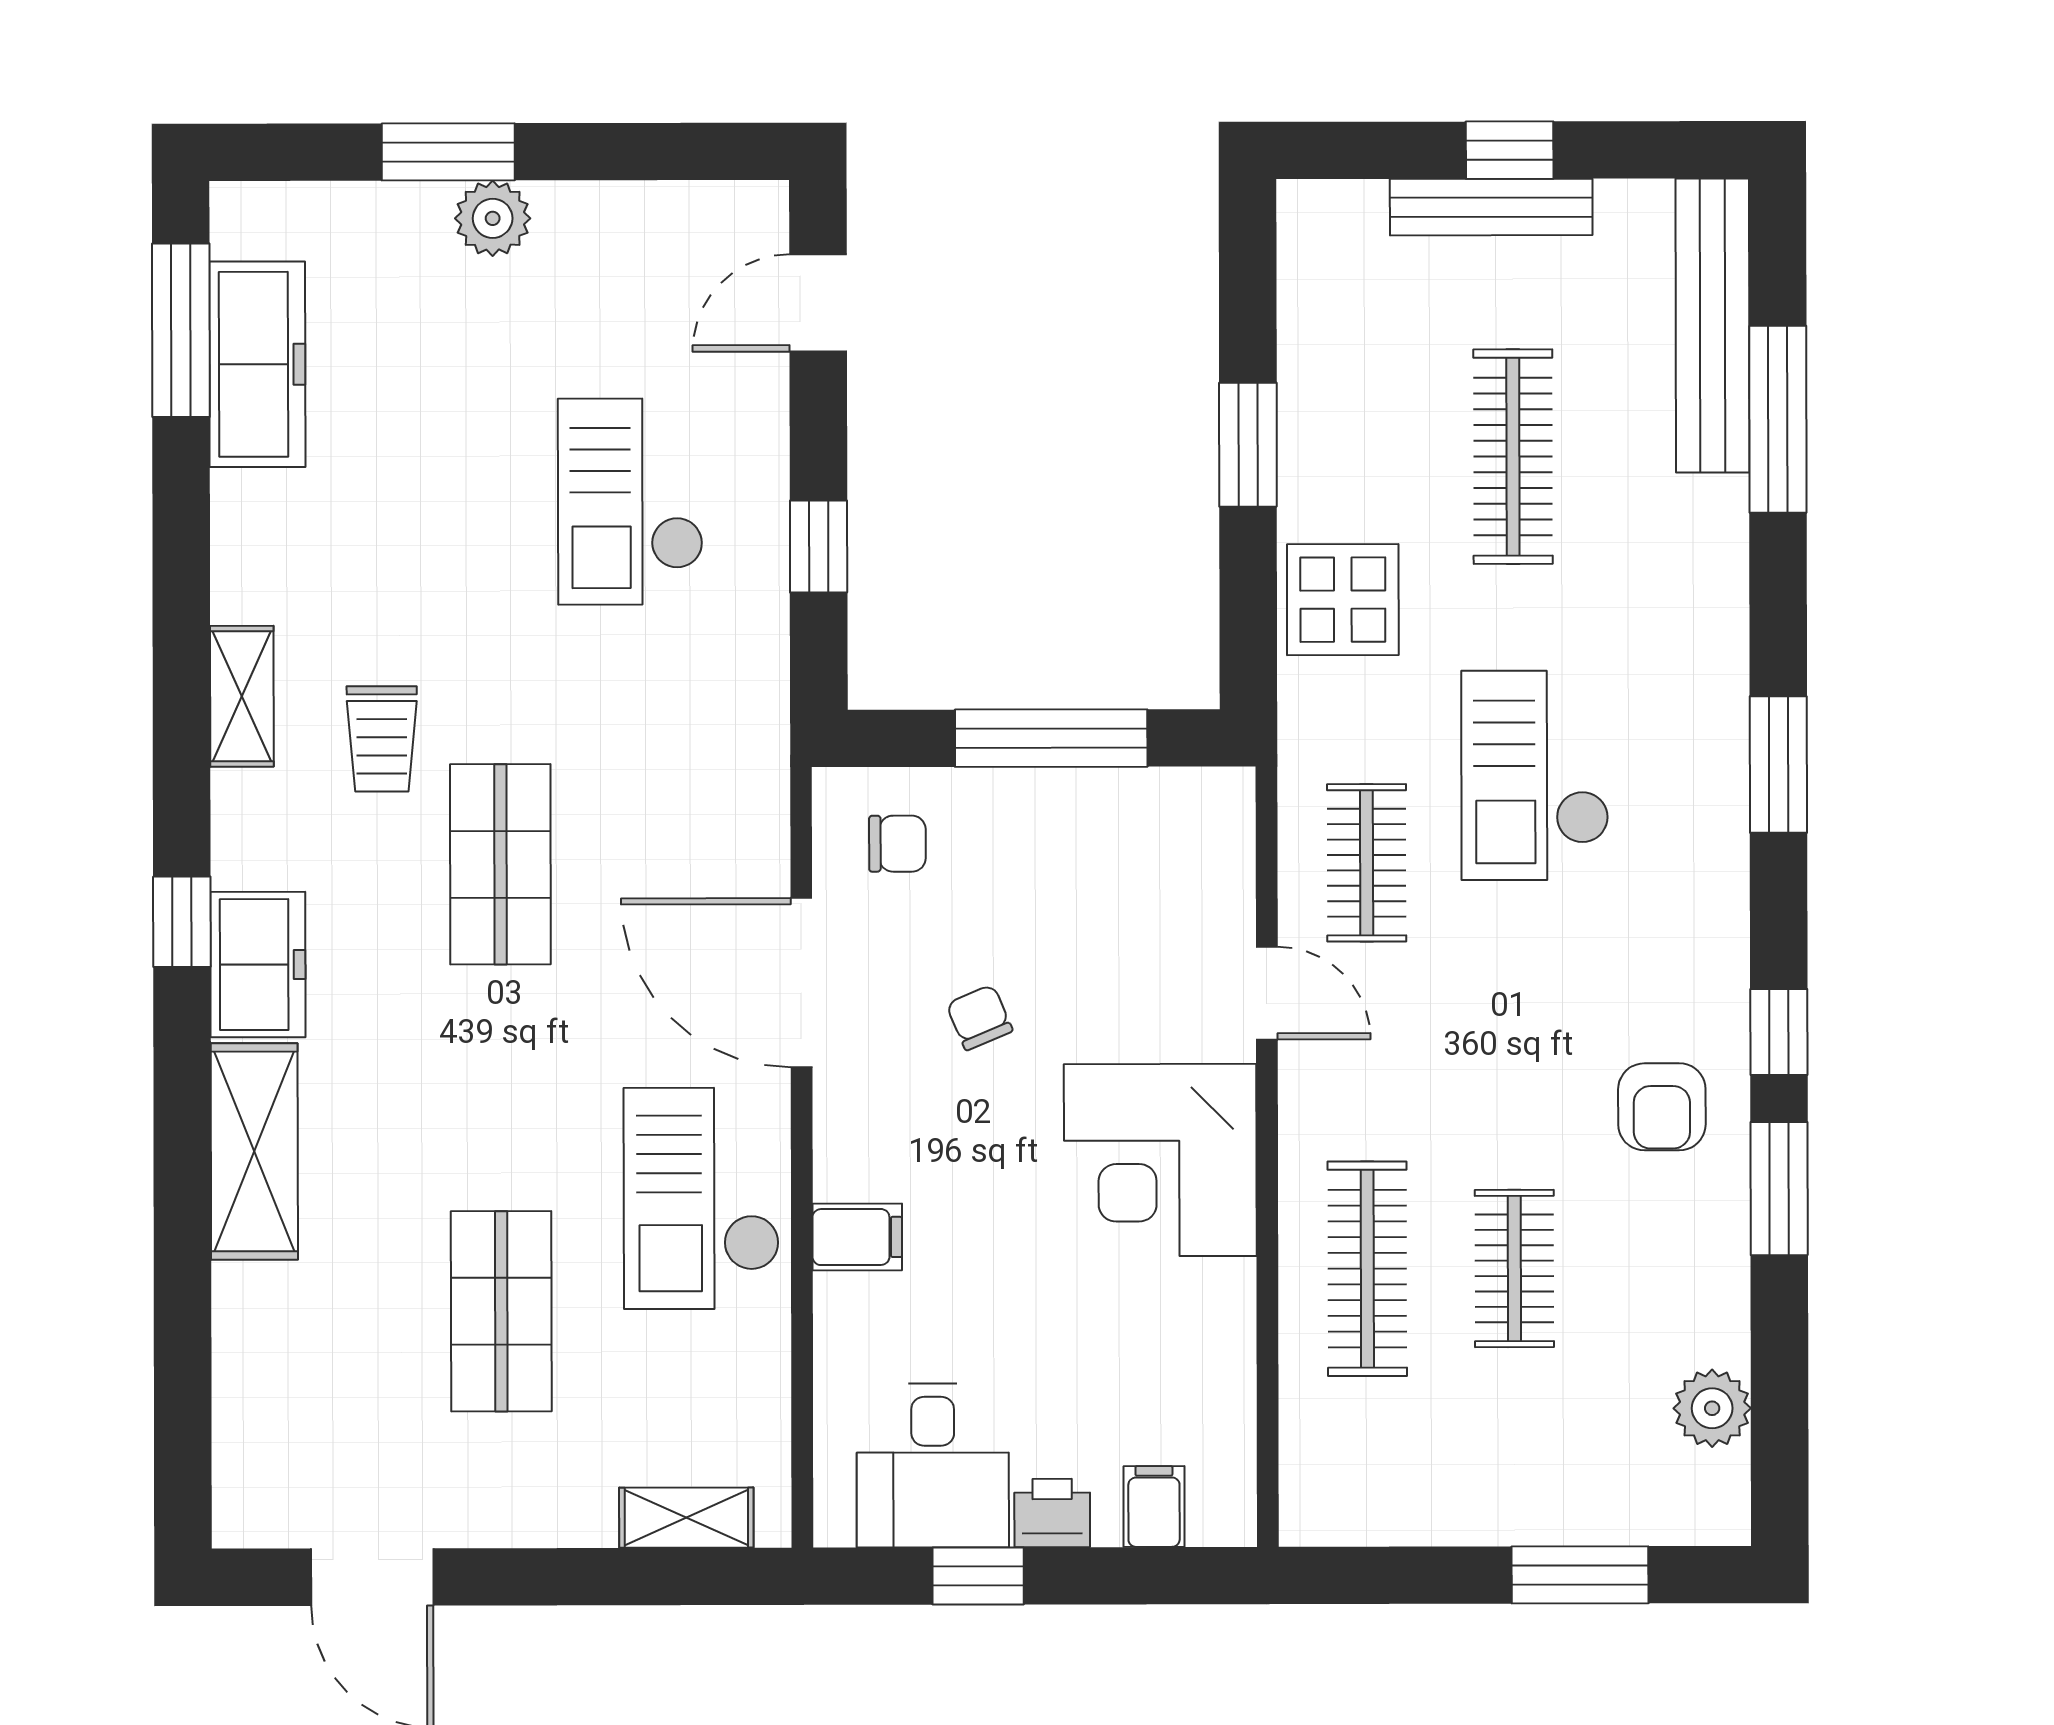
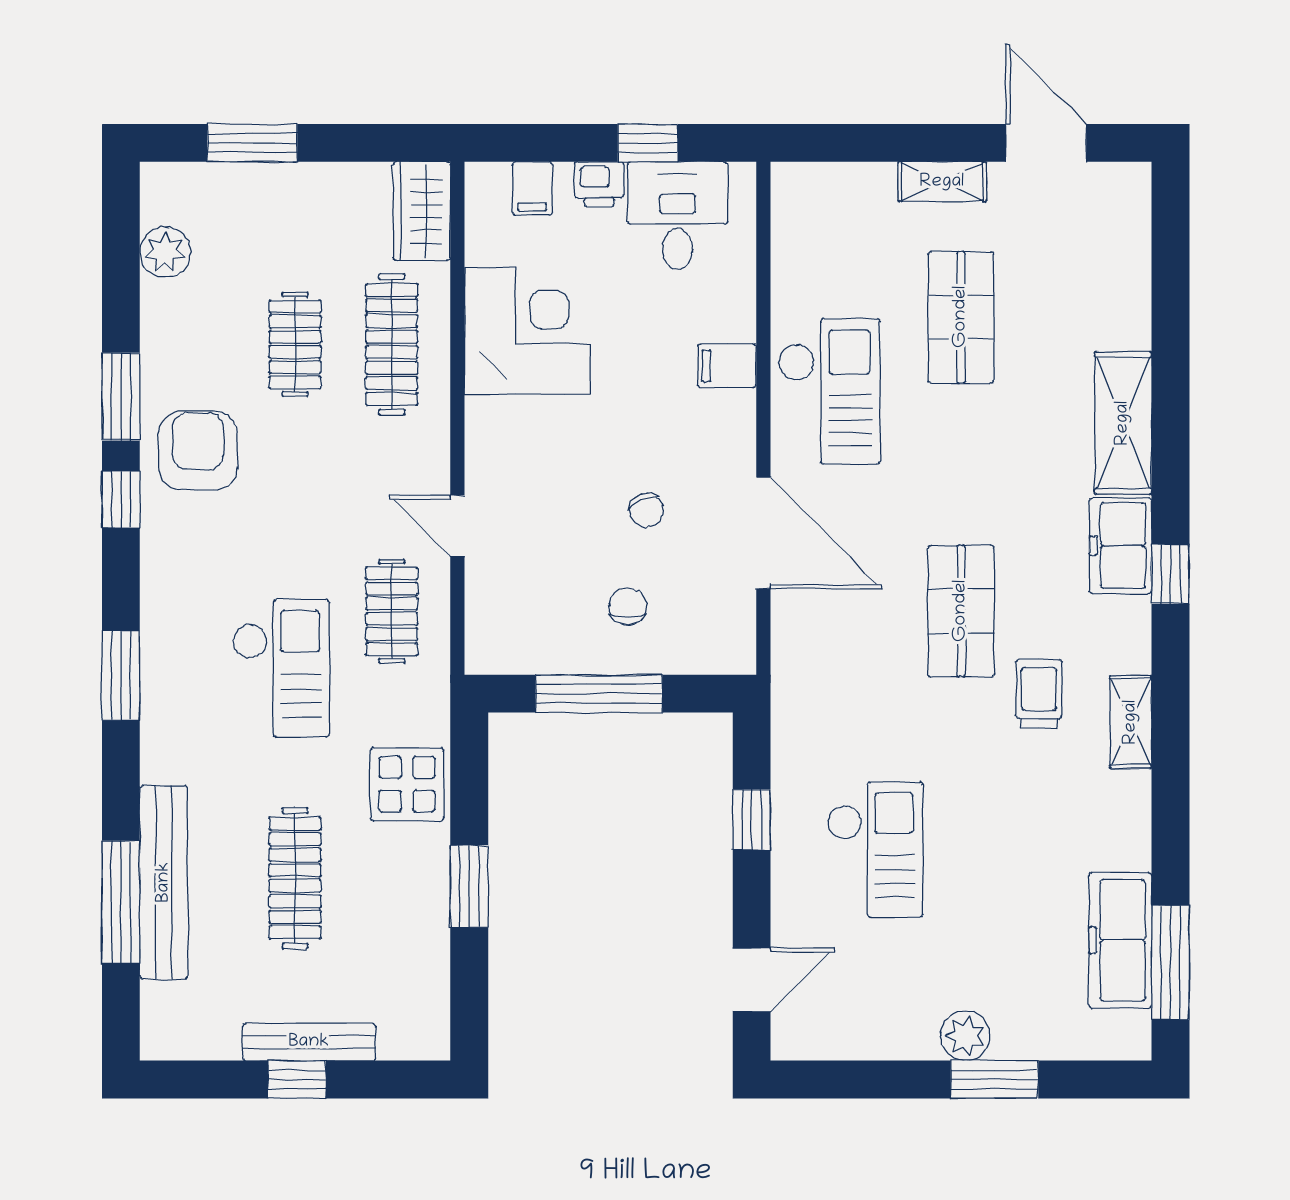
bench: (1712, 325) -> (164, 882), moved
chair: (897, 844) -> (628, 606), moved, turned 90
armchair: (1662, 1107) -> (198, 451), width x1.38, depth x1.38
corner desk: (1160, 1160) -> (528, 331), moved
wardrobe: (1322, 1471) -> (422, 211), added
shelving: (686, 1518) -> (942, 182), moved

